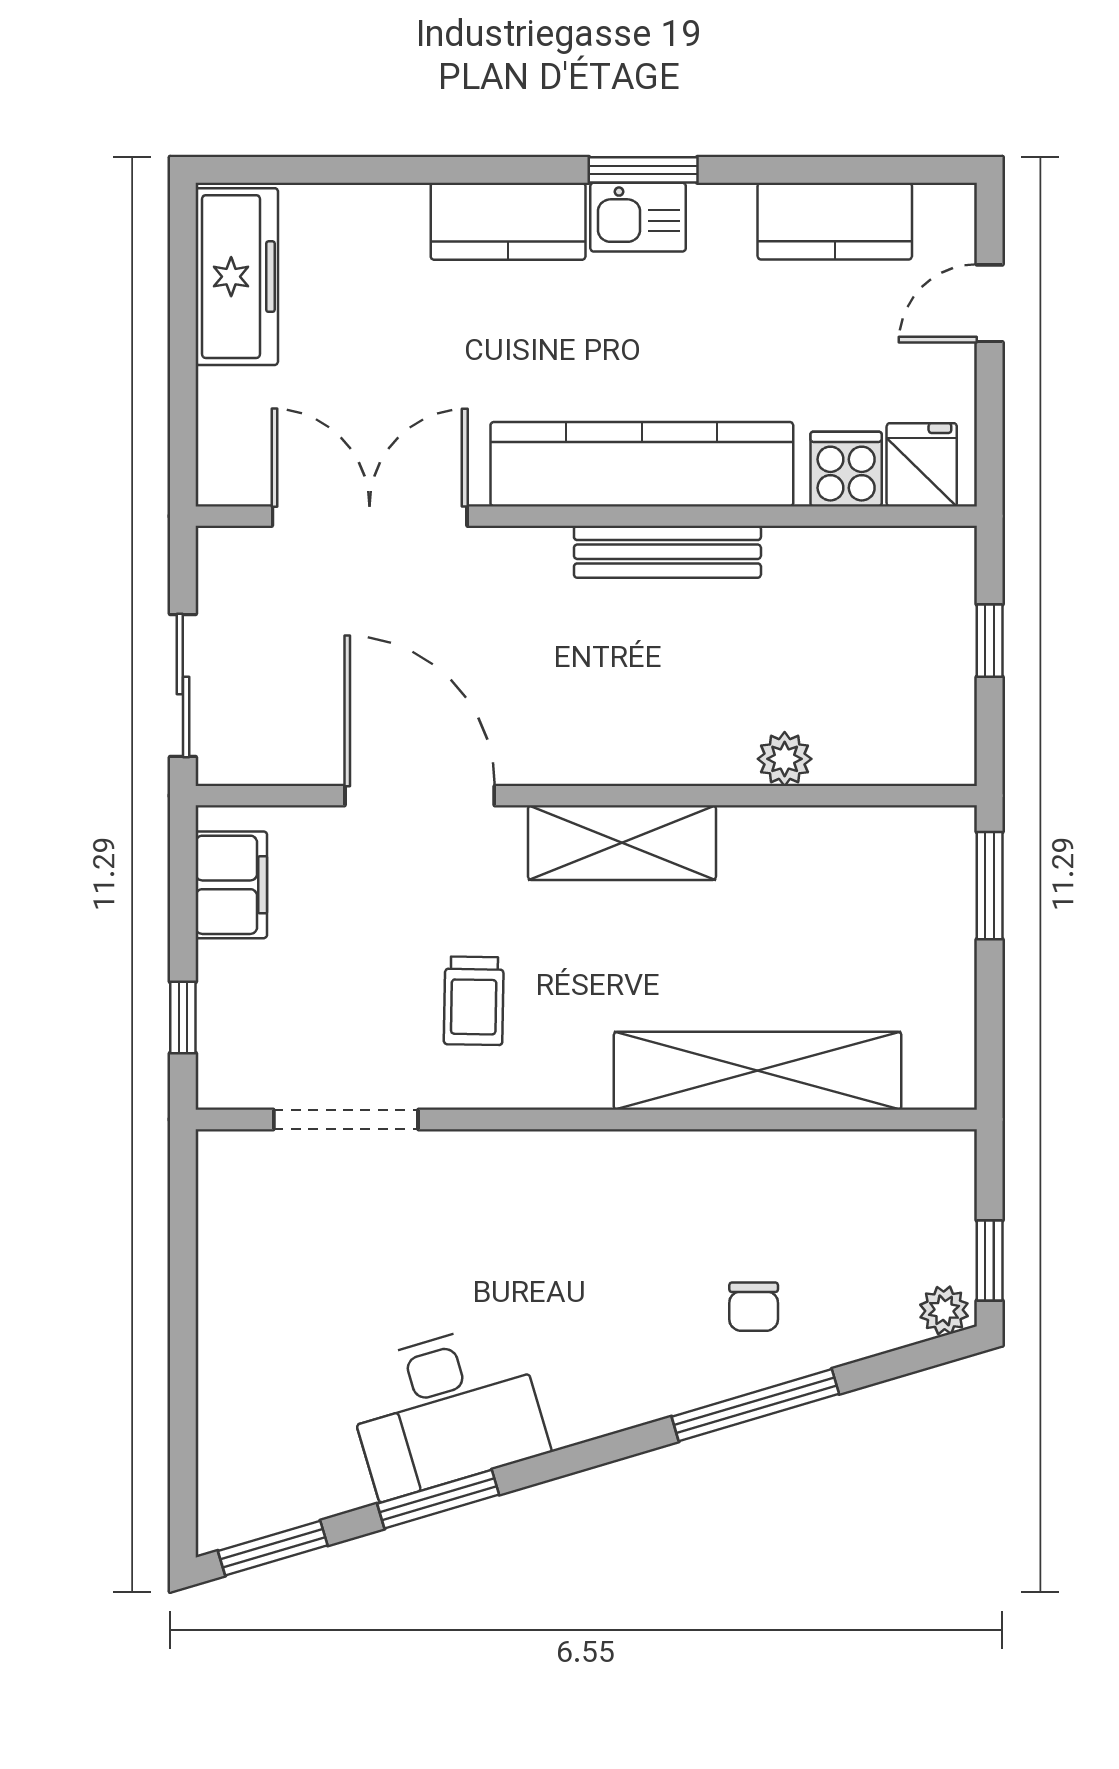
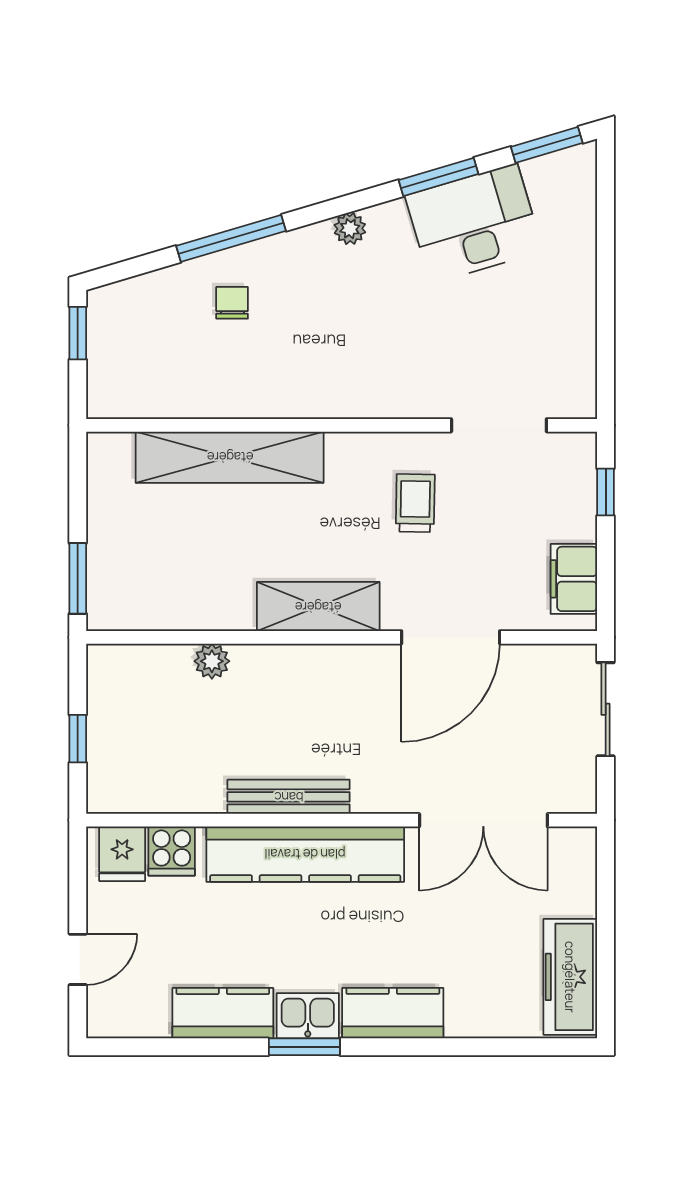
kitchen counter: (835, 221) -> (223, 1013), moved
door: (420, 796) -> (451, 637), hinge flipped
plant: (944, 1310) -> (350, 229), moved
desk: (446, 1410) -> (474, 223), moved

